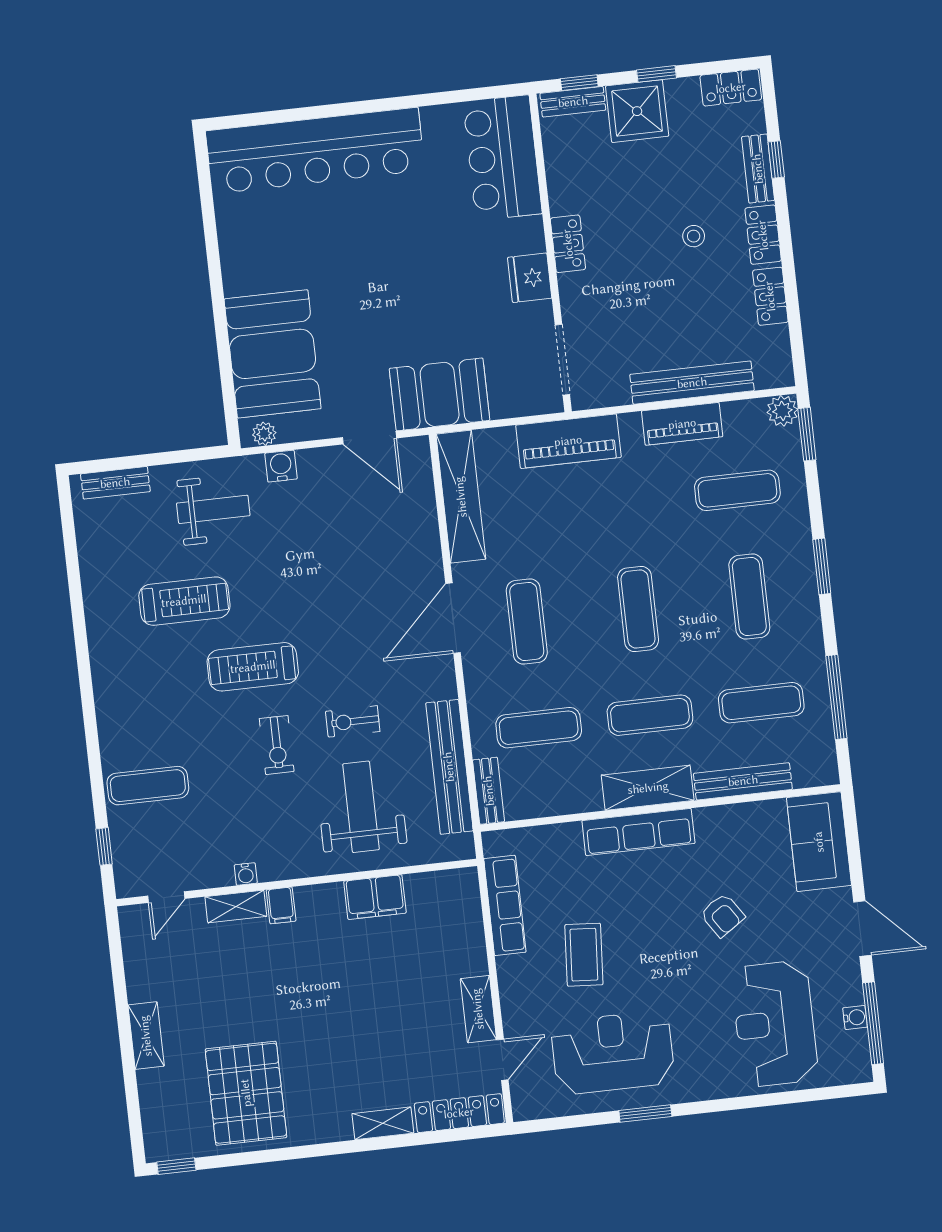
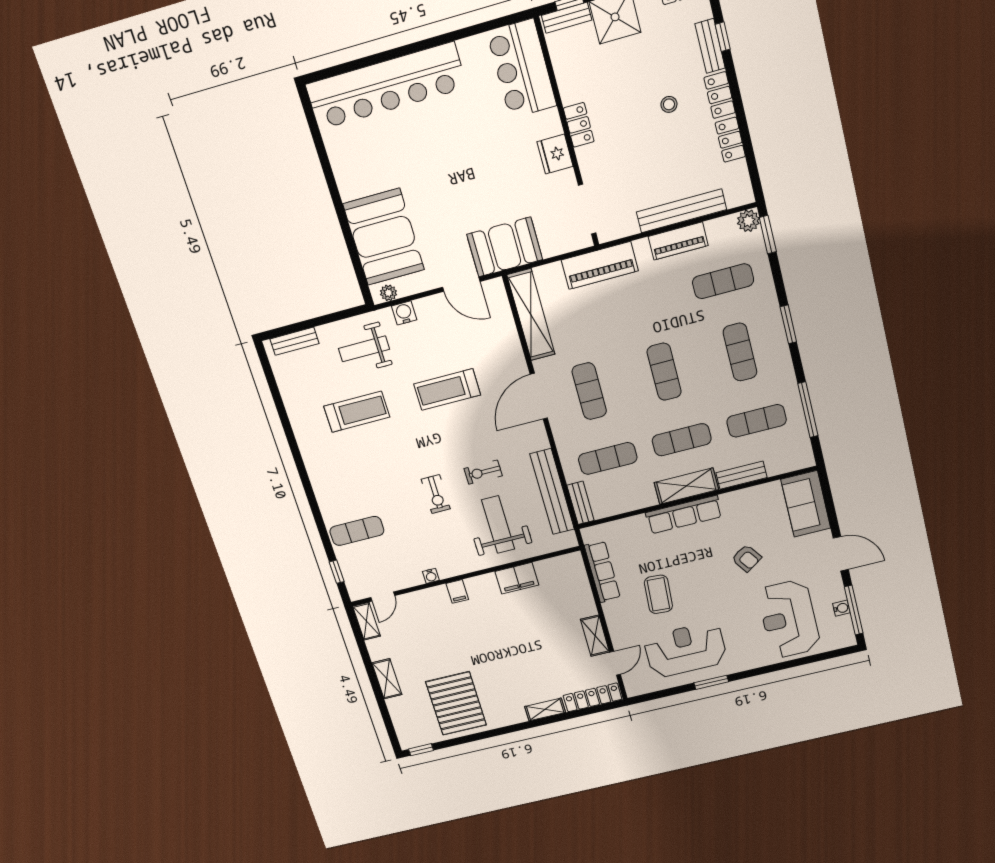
weight bench: (213, 509) -> (364, 349), turned 180
treadmill: (253, 667) -> (447, 389), moved
bench: (743, 781) -> (741, 475), width x0.73
shelving: (236, 906) -> (367, 621), moved, turned 90

